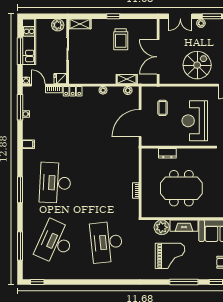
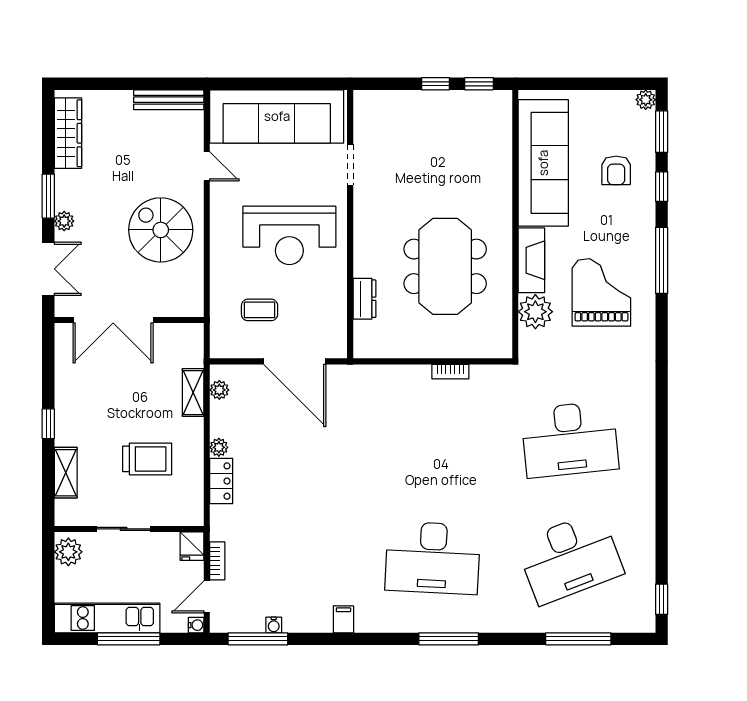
shelving: (80, 24) -> (66, 473), moved
trolley: (121, 39) -> (147, 459), moved
double door: (158, 57) -> (113, 320), moved
locker: (73, 91) -> (221, 481), moved
desk: (55, 242) -> (570, 558), turned -45

